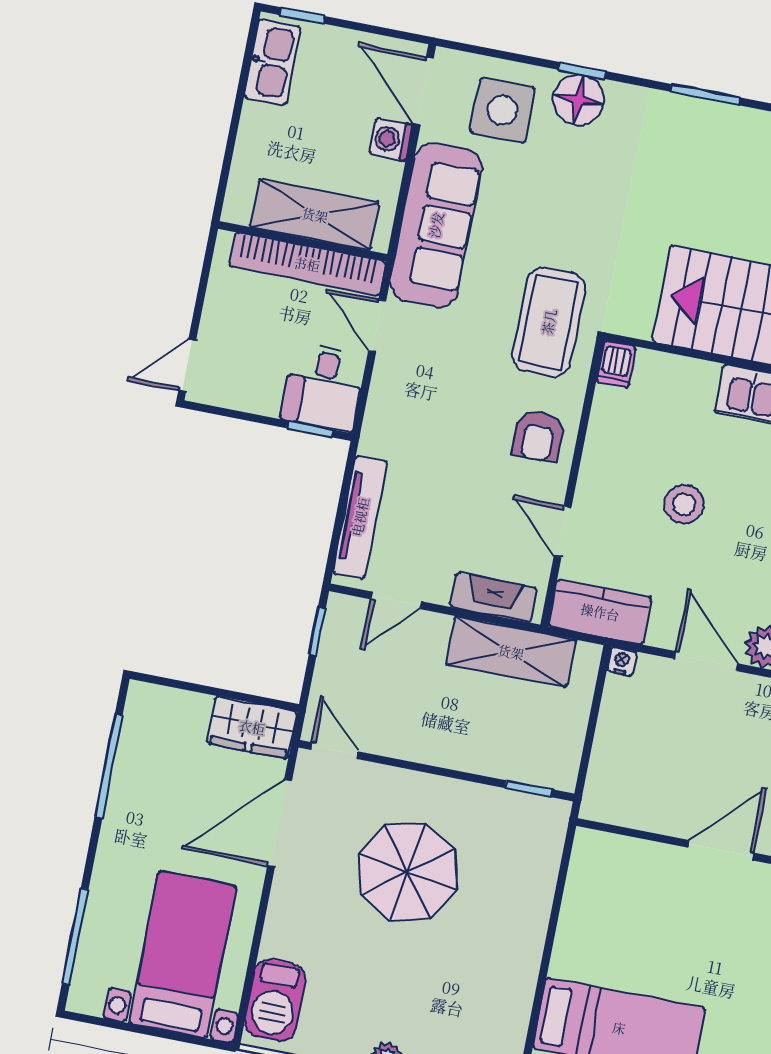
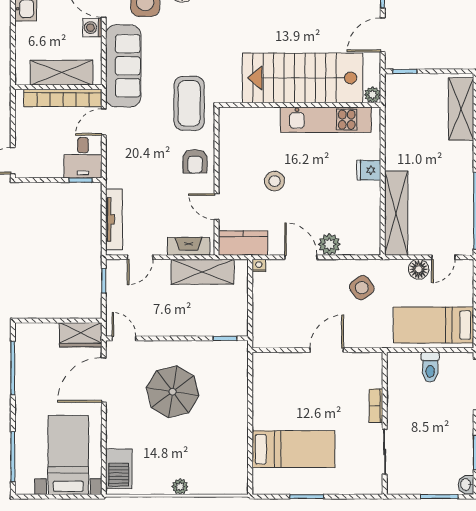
door: (377, 326) -> (104, 122), hinge flipped
dishwasher: (616, 364) -> (227, 118), removed

